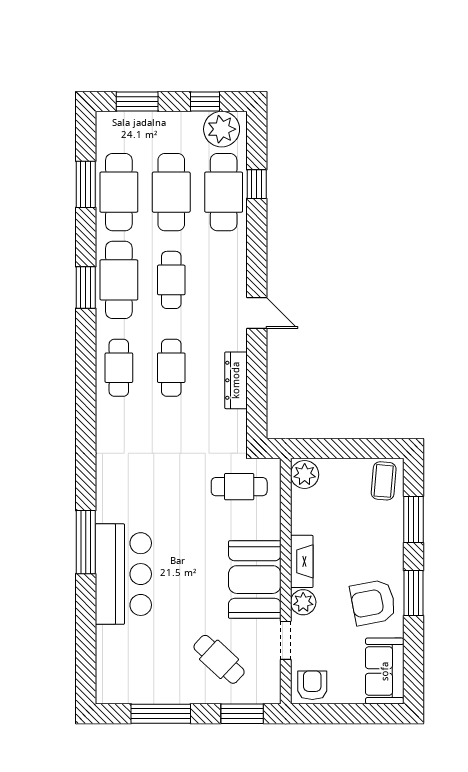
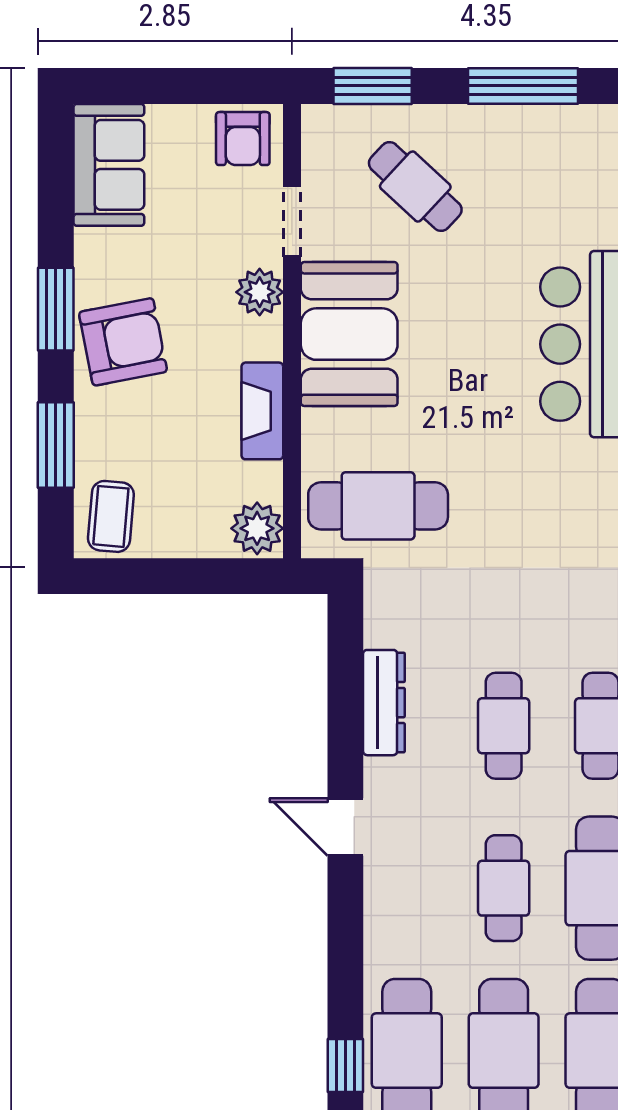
cafe table: (239, 487) -> (378, 506), width x1.37, depth x1.35
fireplace: (302, 561) -> (262, 411), moved
armchair: (373, 602) -> (123, 342), moved

